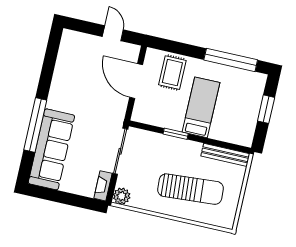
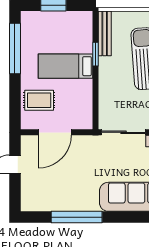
window: (35, 125) -> (77, 217), moved
window: (176, 134) -> (96, 54), moved

